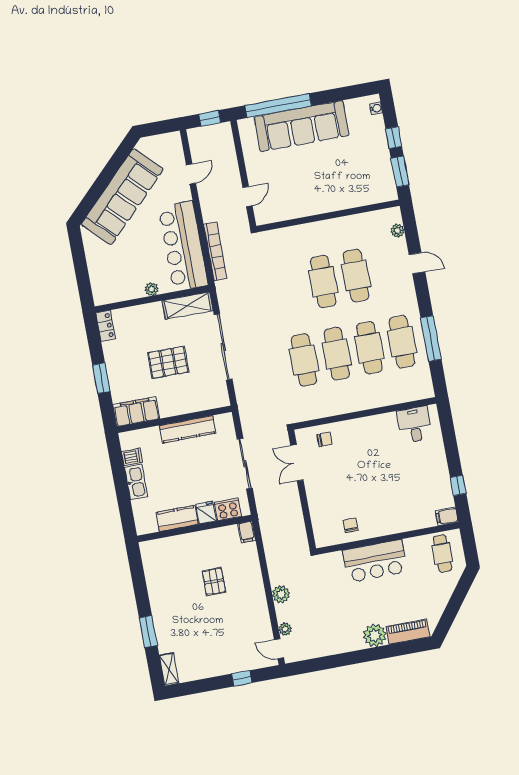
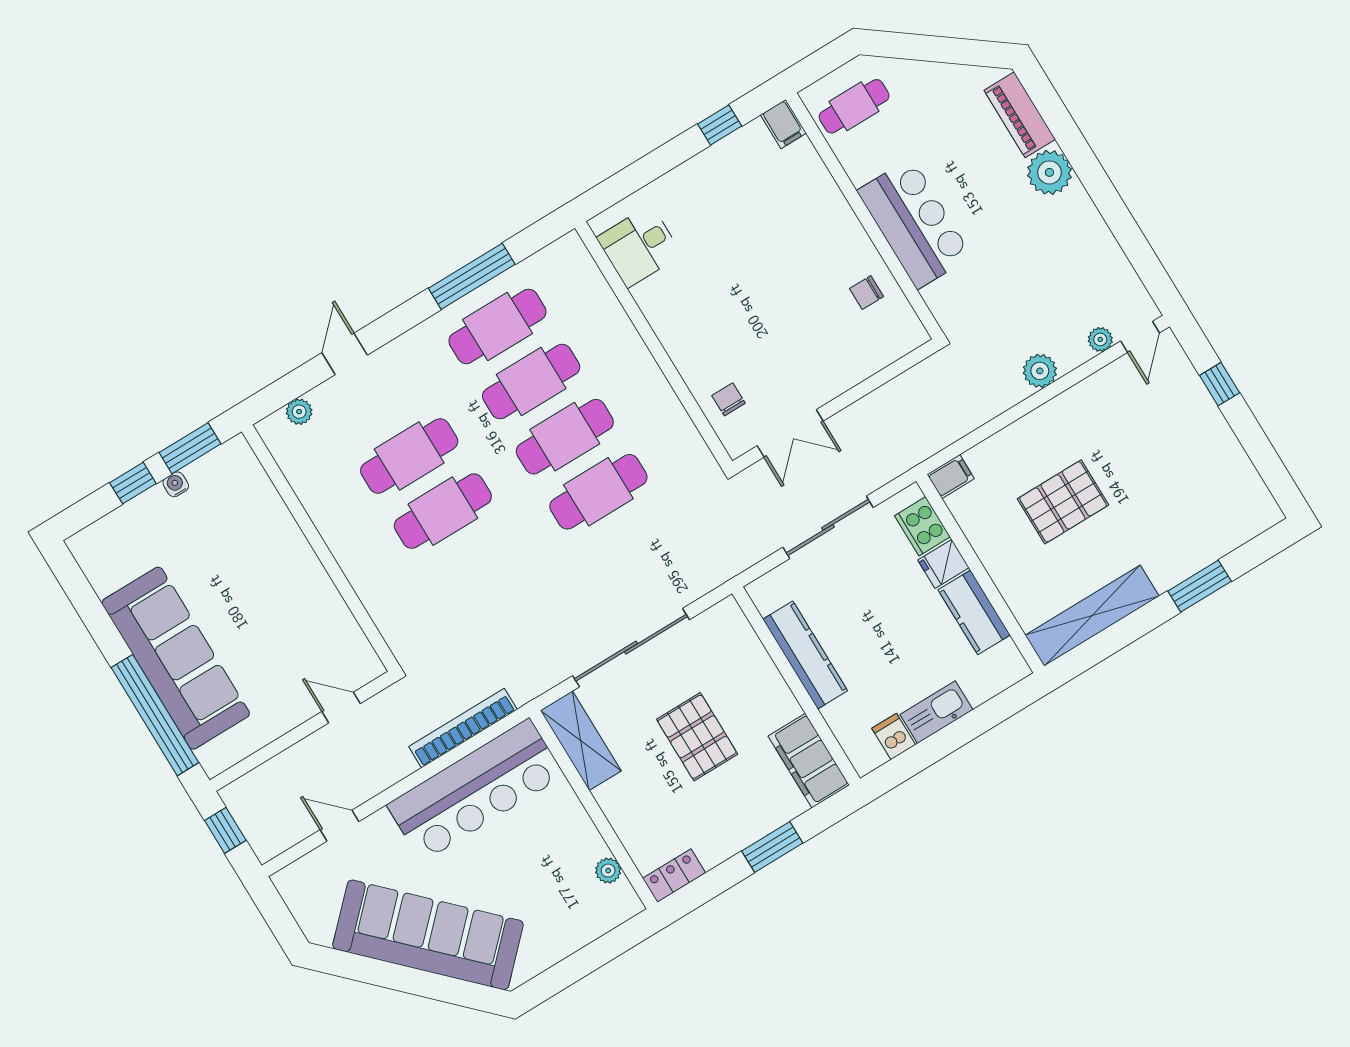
water cooler: (376, 108) -> (176, 484), moved
plant: (152, 289) -> (608, 871), moved
pallet: (214, 581) -> (1063, 502), width x1.50, depth x1.42
shelving: (169, 669) -> (1092, 616), moved, width x2.20, depth x1.33

